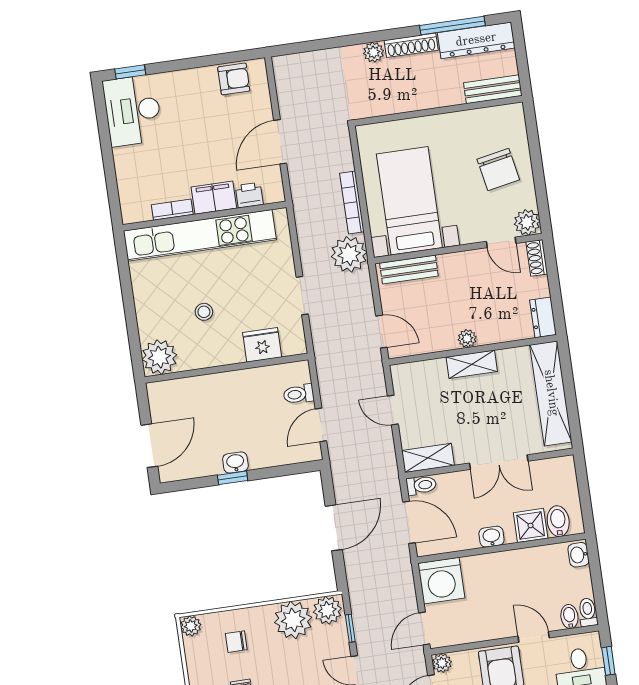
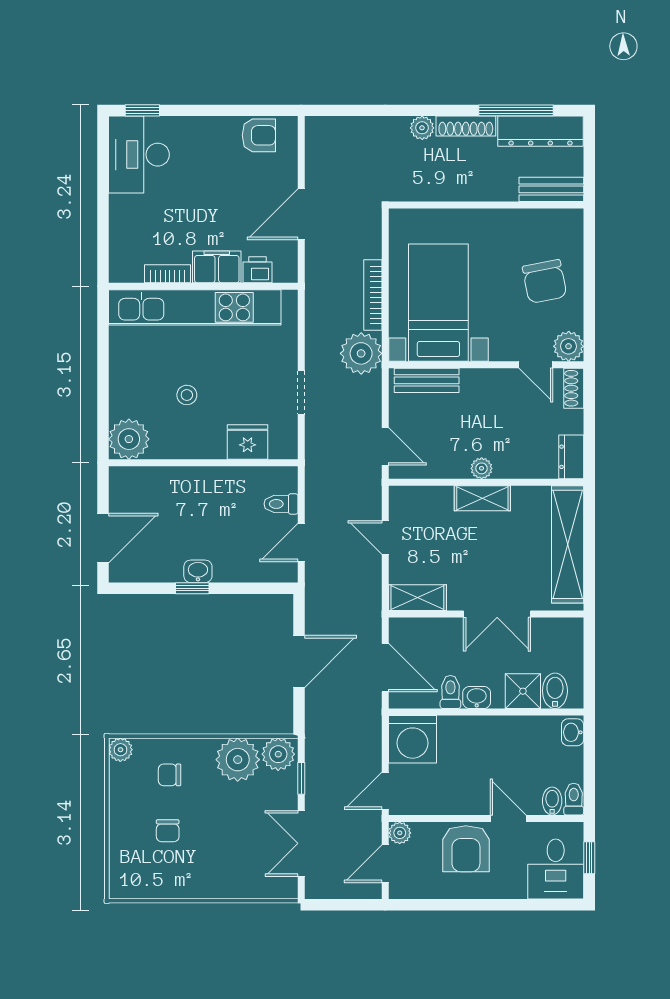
toilet: (421, 485) -> (450, 692), moved, turned -90

